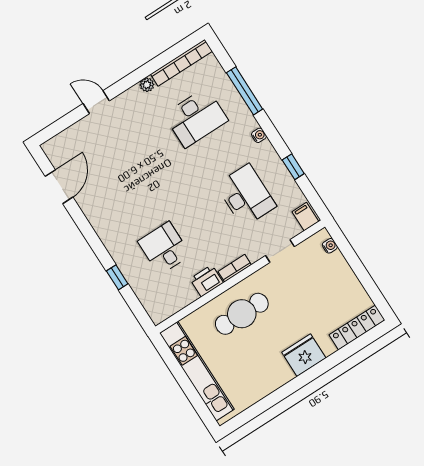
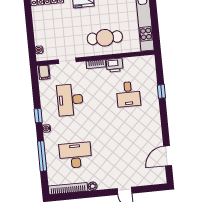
window: (293, 167) -> (38, 116), moved

